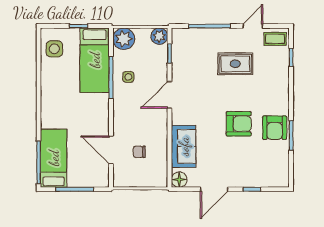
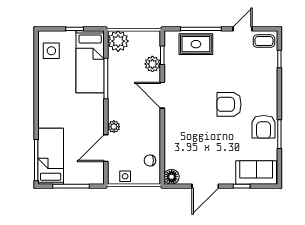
plant: (159, 36) -> (152, 64), moved
rug: (235, 64) -> (196, 44), moved
side table: (128, 77) -> (125, 176), moved
door: (169, 95) -> (162, 95), hinge flipped
armchair: (239, 124) -> (229, 104), moved, turned 180
plant: (119, 128) -> (114, 127), added
sofa: (184, 146) -> (256, 172), moved, turned -90
door: (111, 150) -> (106, 148), hinge flipped
chair: (139, 152) -> (150, 160), moved

